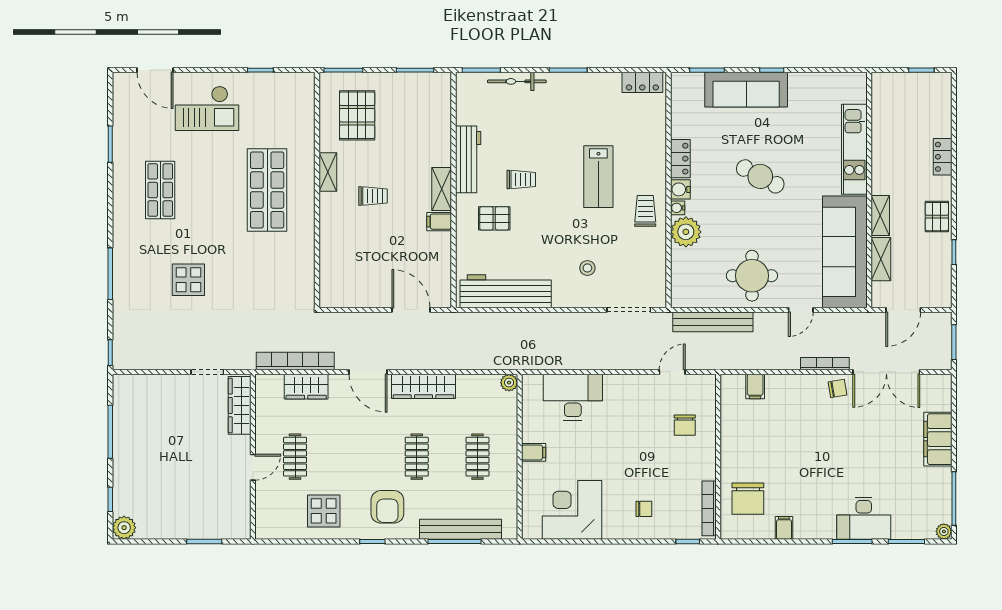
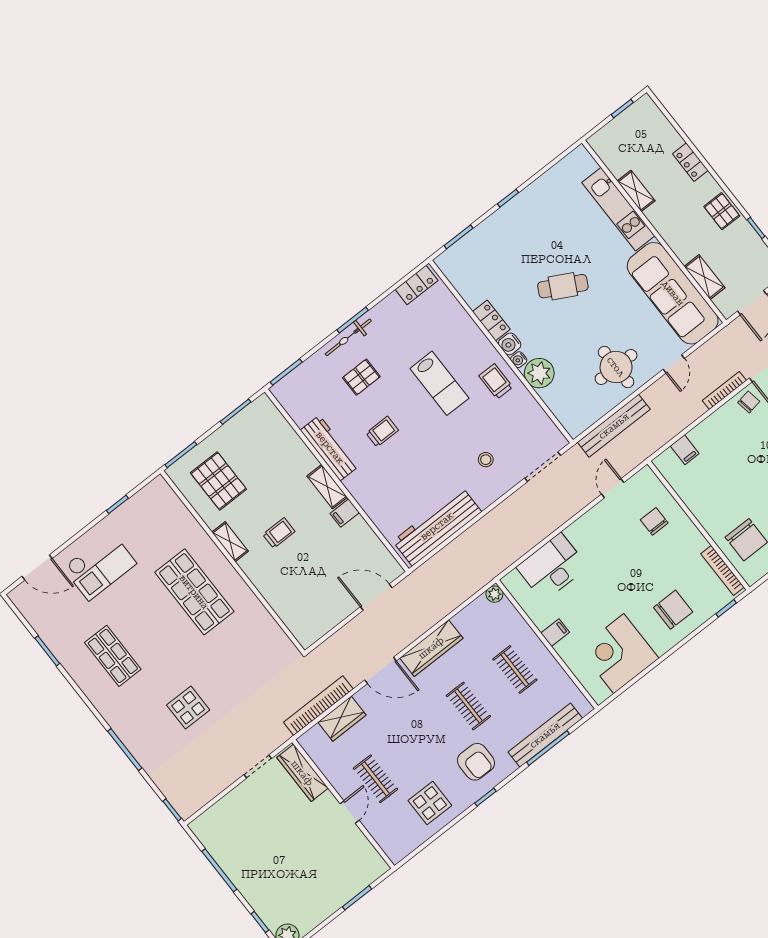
bicycle: (517, 81) -> (348, 337), moved
sofa: (746, 90) -> (500, 228), removed
shelving: (880, 216) -> (636, 191), moved
pallet: (494, 218) -> (361, 377), moved
chair: (685, 425) -> (654, 521), turned 180
chair: (644, 509) -> (673, 610), width x1.87, depth x1.87

